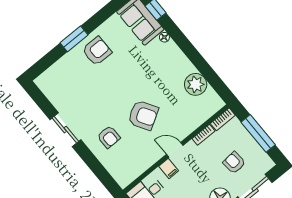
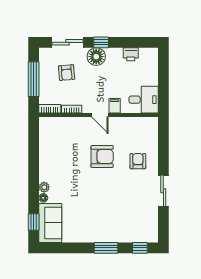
armchair: (97, 51) -> (97, 227), removed
window: (45, 63) -> (140, 248), added
plant: (196, 84) -> (44, 187), moved, width x0.53, depth x0.53
armchair: (143, 115) -> (102, 156), turned 121

